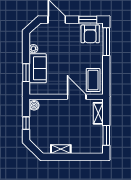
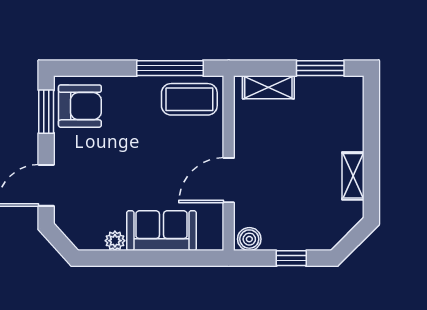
window: (106, 42) -> (170, 68), moved
window: (26, 73) -> (172, 258), removed
door: (77, 97) -> (229, 180), moved

